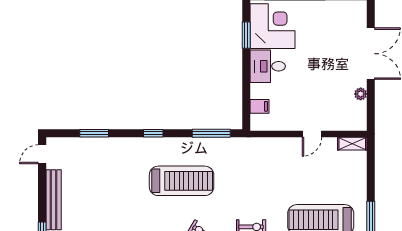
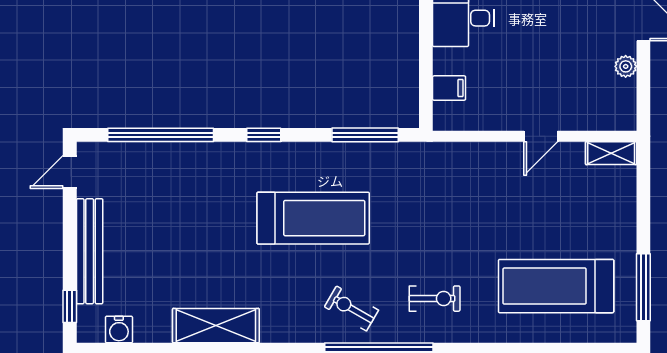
window: (94, 133) -> (161, 135), width x2.11

